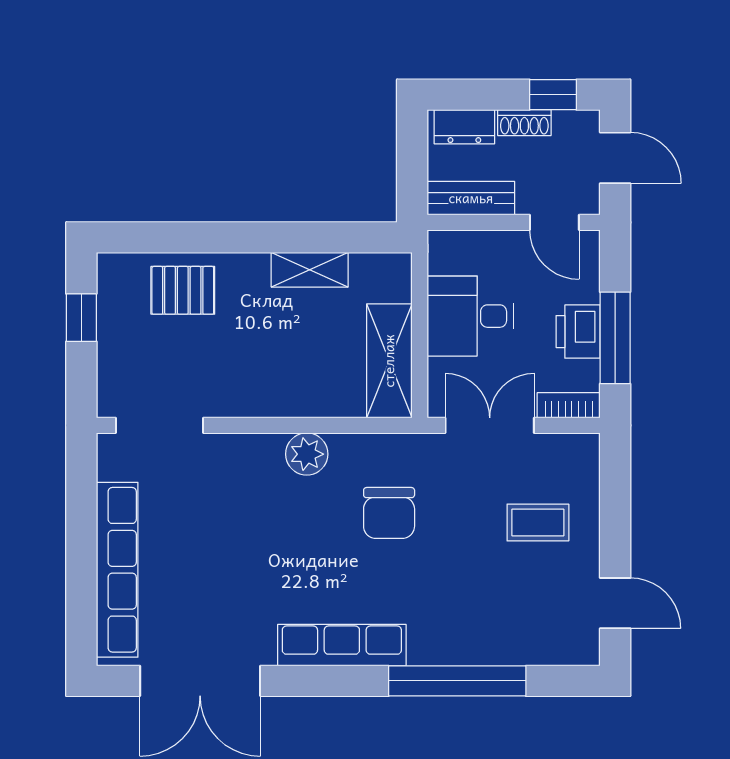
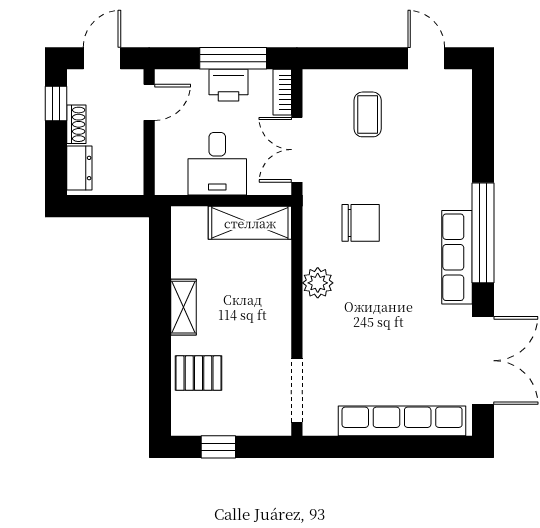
bench: (471, 198) -> (131, 163), removed
shelving: (310, 270) -> (184, 307), moved
pallet: (183, 290) -> (199, 373), turned 90
door: (615, 603) -> (426, 58), hinge flipped
window: (457, 681) -> (483, 233), moved

